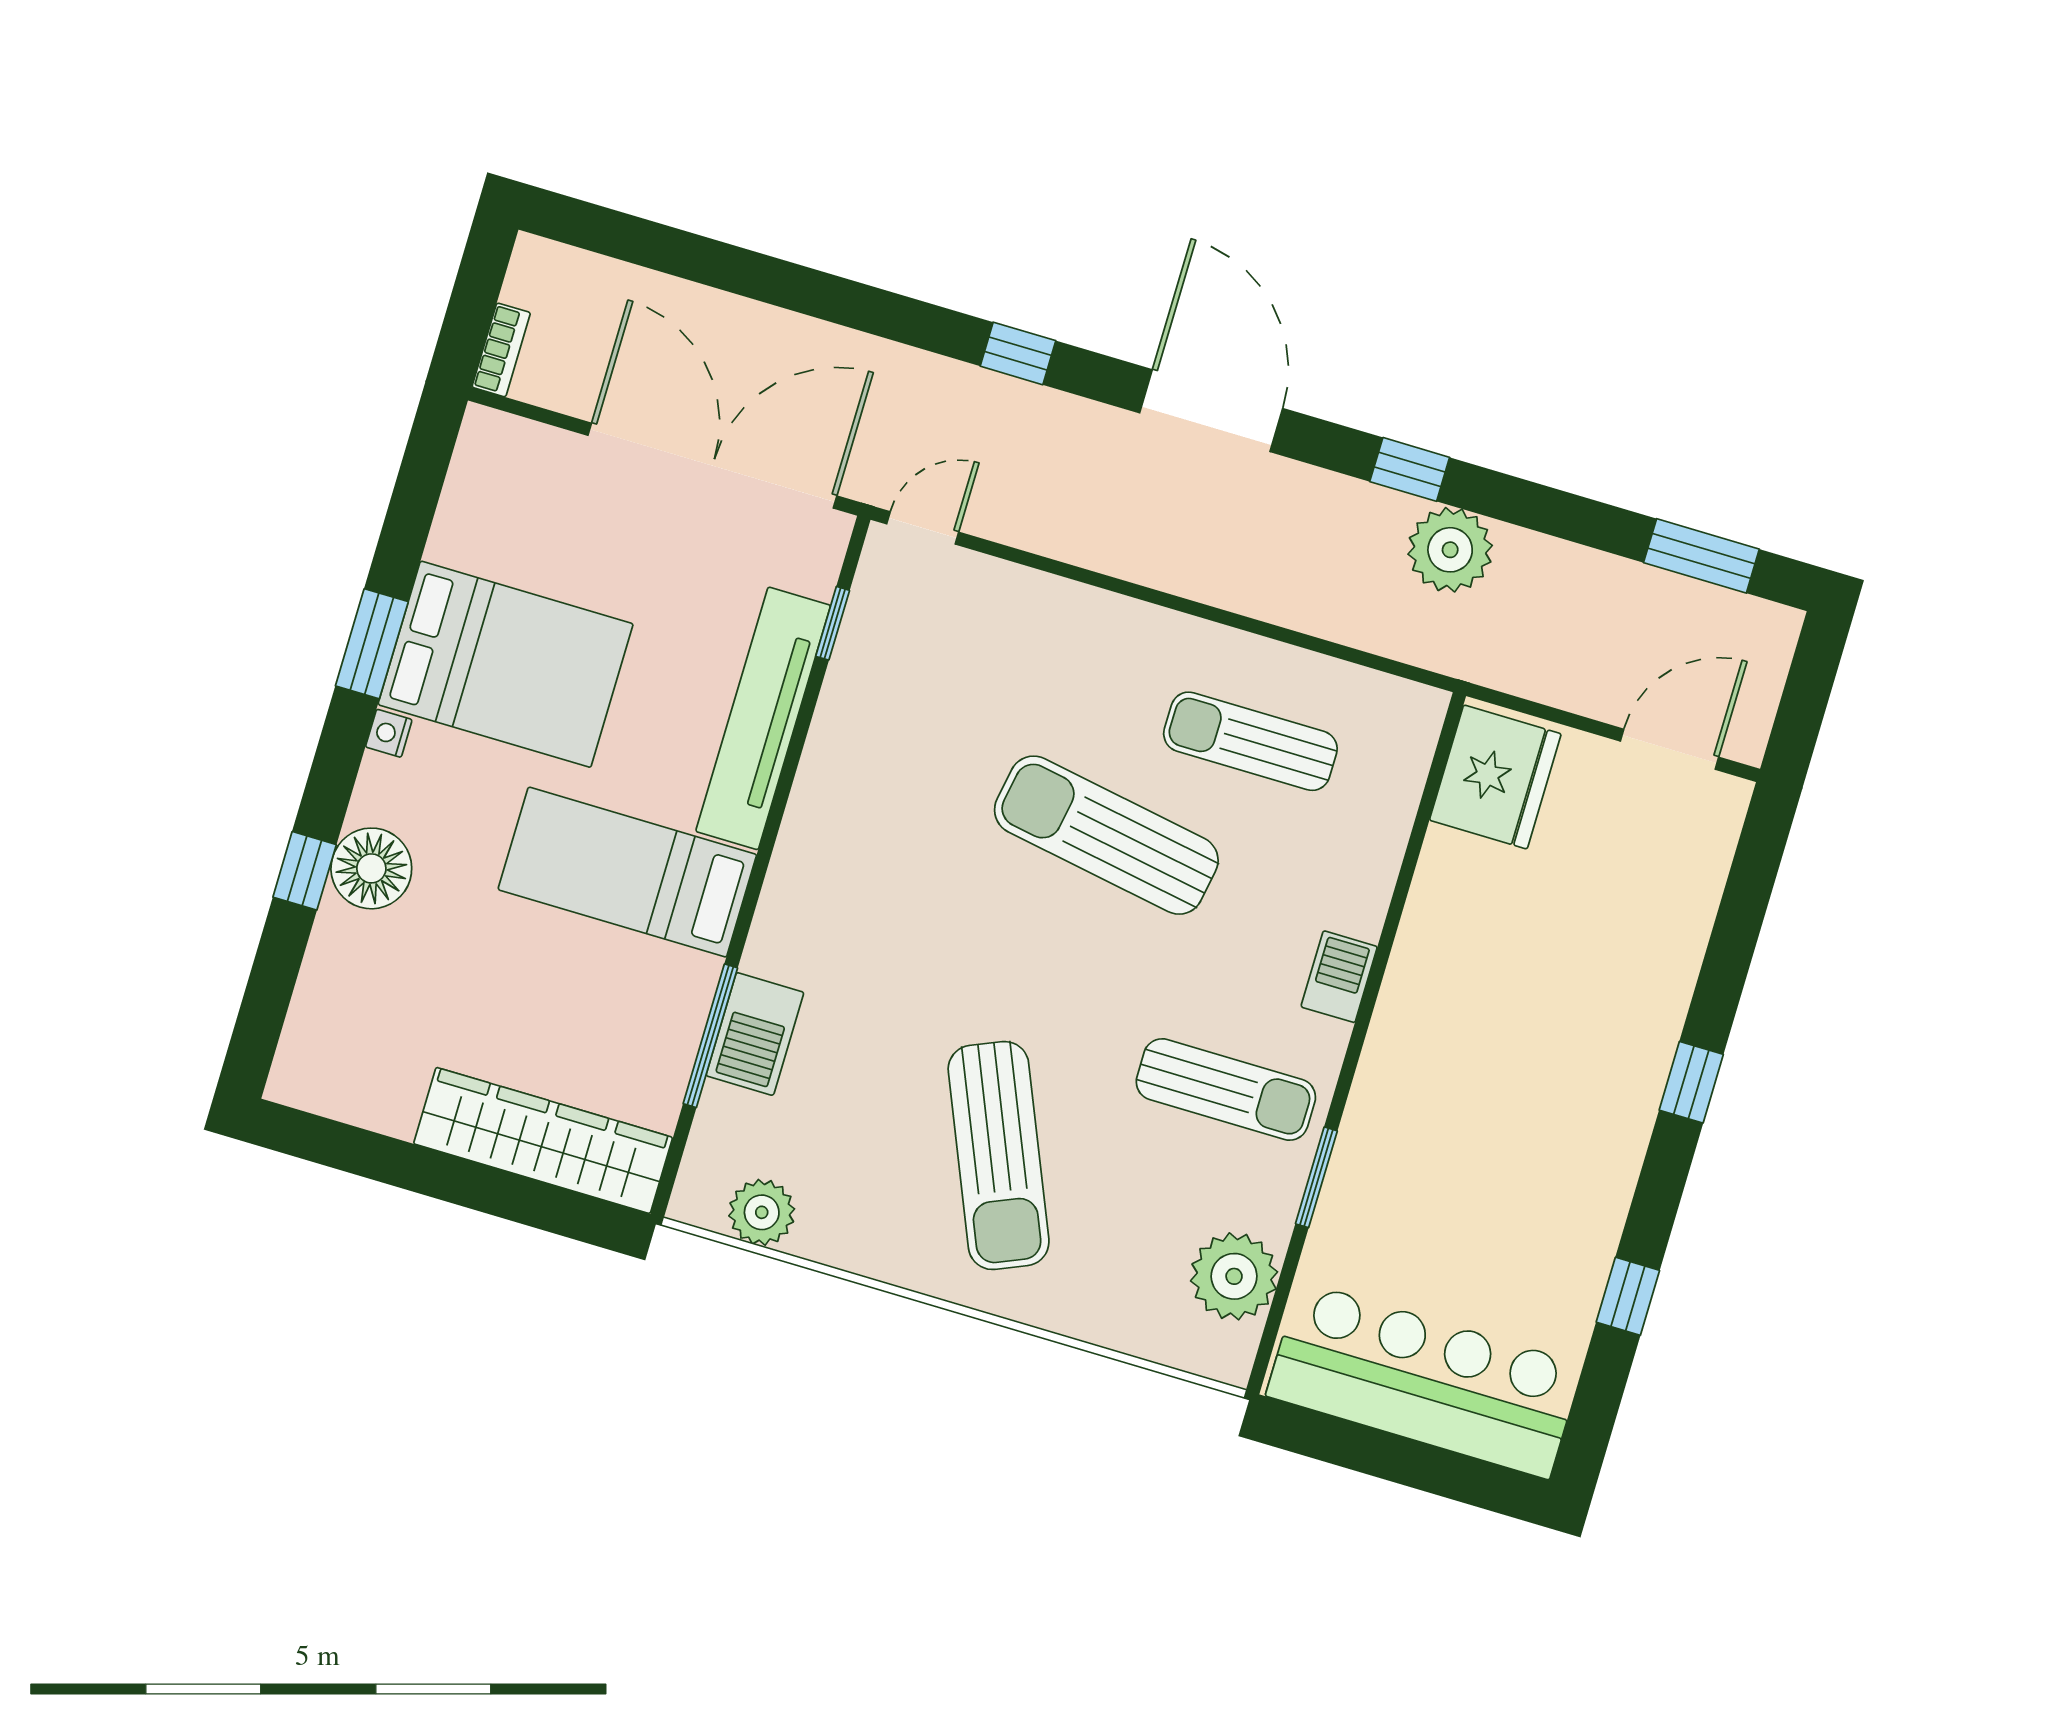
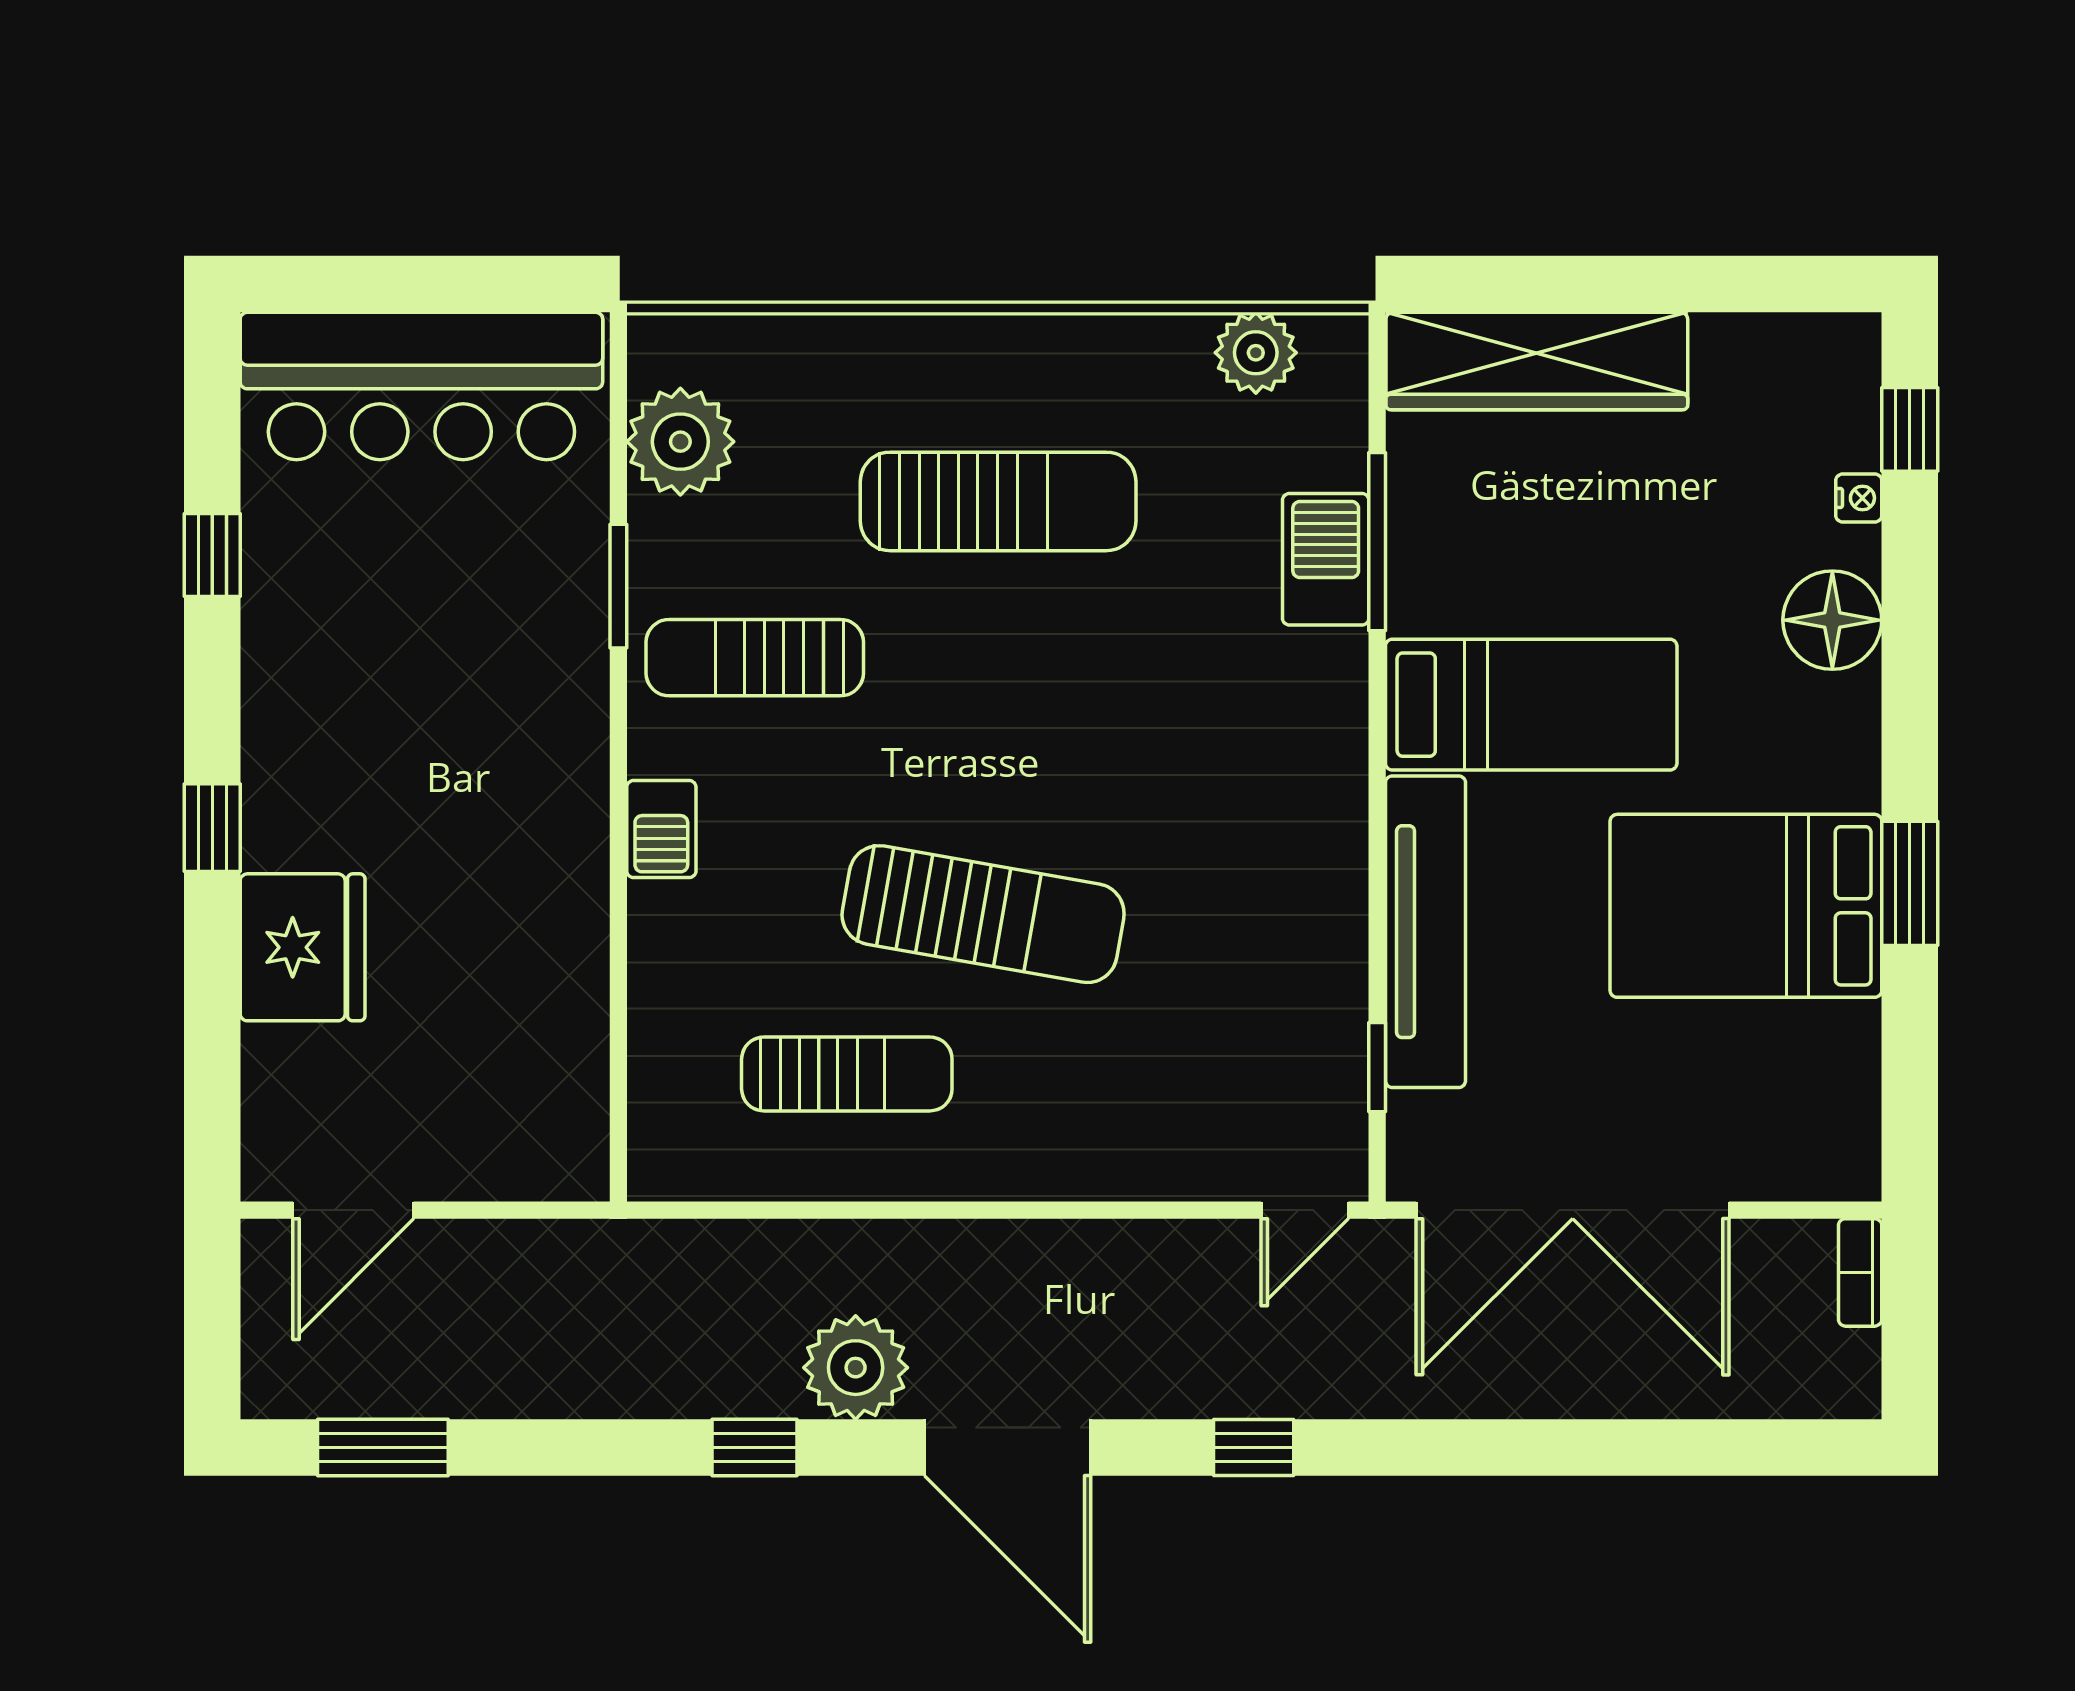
plant: (1450, 550) -> (856, 1368), moved
nightstand: (389, 733) -> (1859, 498), moved
fridge: (1495, 777) -> (303, 947), moved, turned 180
window: (305, 871) -> (1910, 429), moved
sun lounger: (999, 1156) -> (998, 501), turned 113

